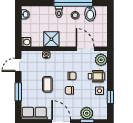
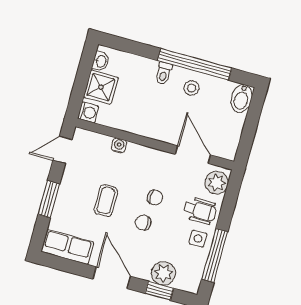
bidet: (90, 14) -> (241, 98), moved
shower: (51, 39) -> (101, 87), moved
window: (110, 97) -> (215, 255), width x2.17

